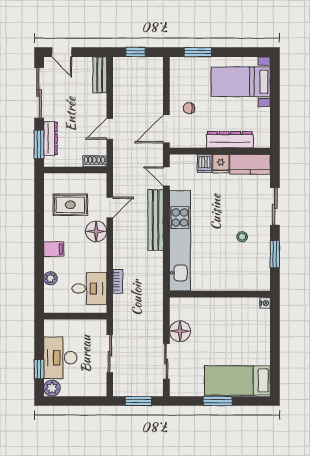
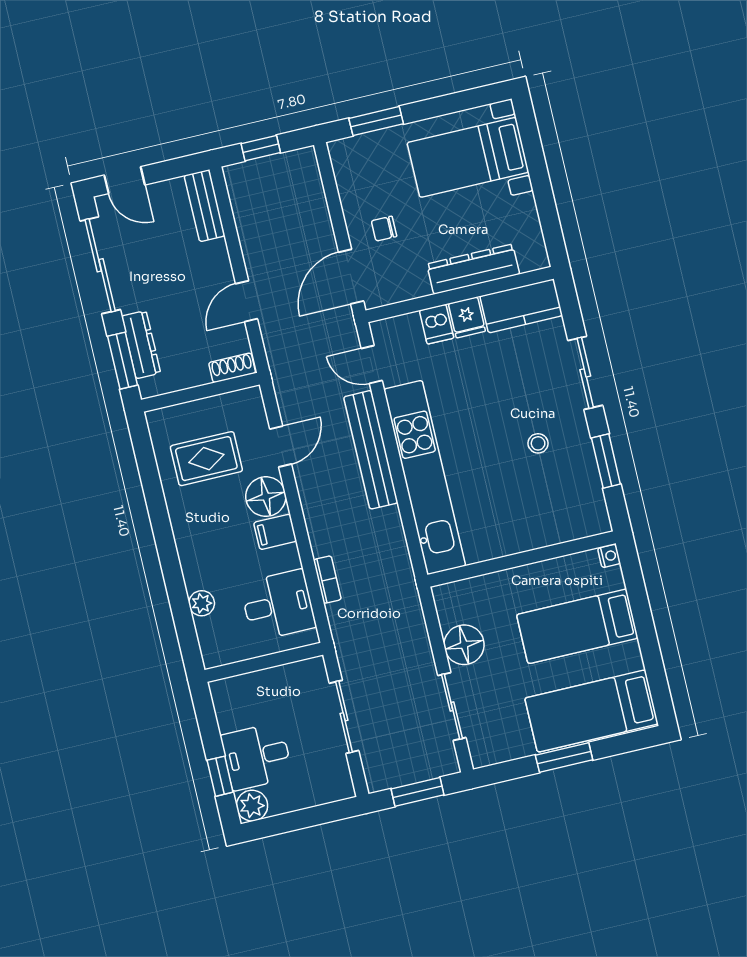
filing cabinet: (54, 249) -> (275, 532), moved, turned 180
bed: (240, 335) -> (577, 626), added
desk: (60, 358) -> (257, 756), width x0.73

